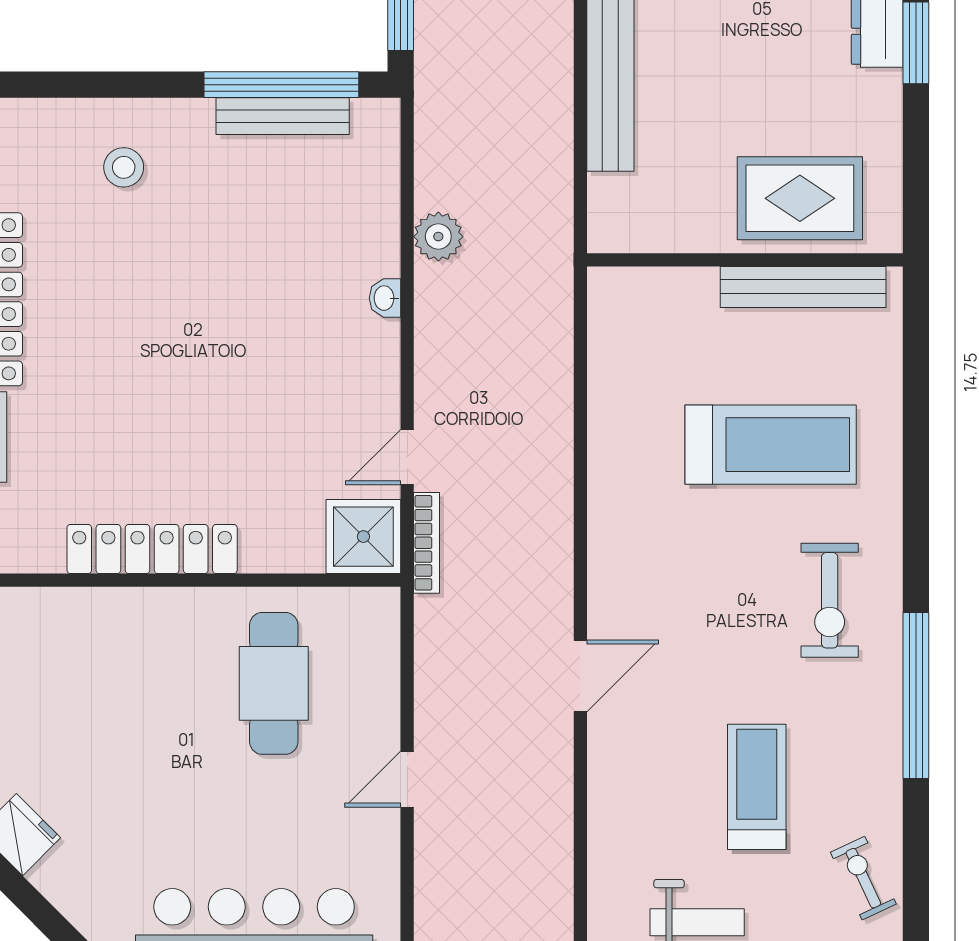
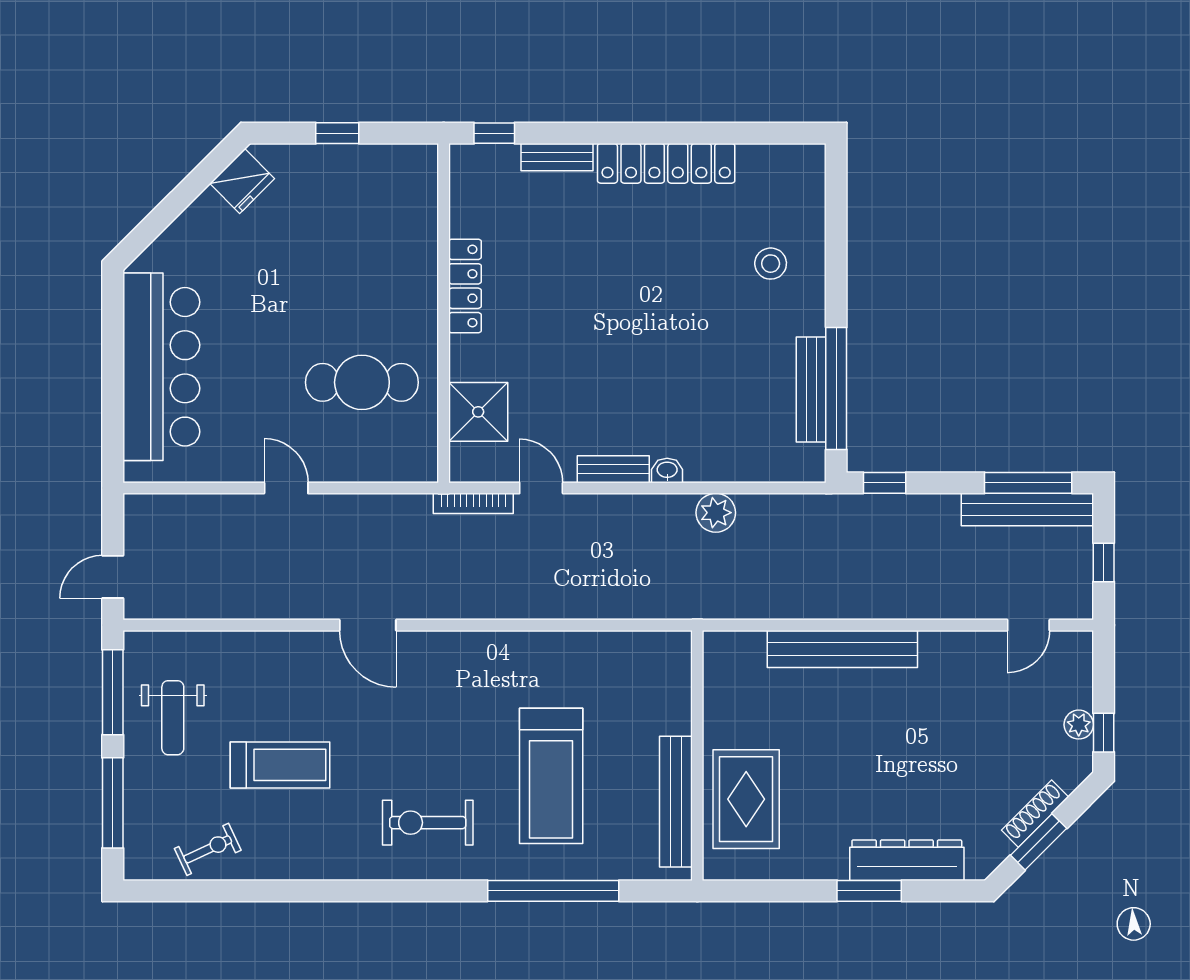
bench: (383, 366) -> (613, 469), added
shower: (363, 537) -> (478, 412), moved
locker: (152, 549) -> (465, 286), width x0.71, depth x0.83
window: (916, 696) -> (553, 891), moved

